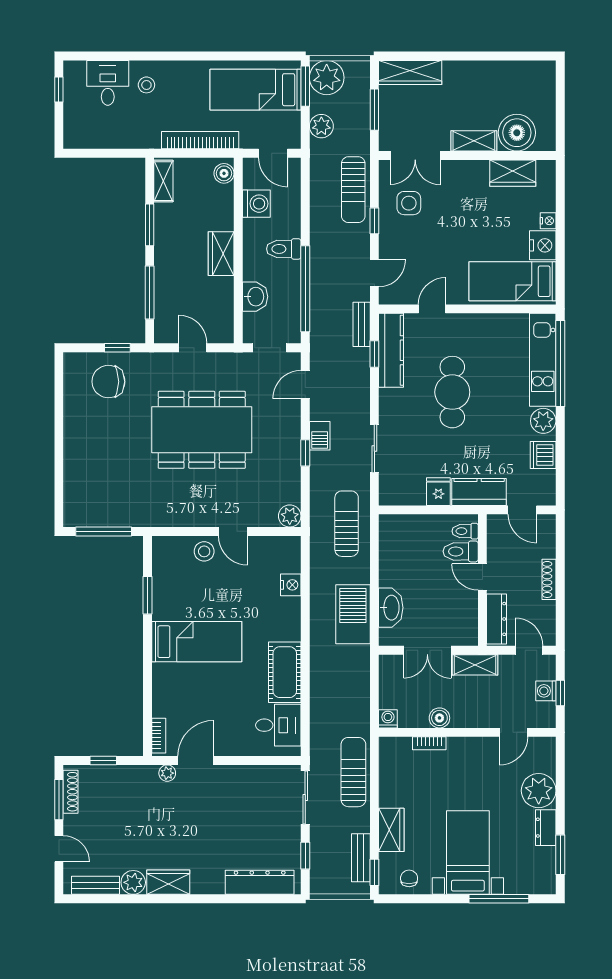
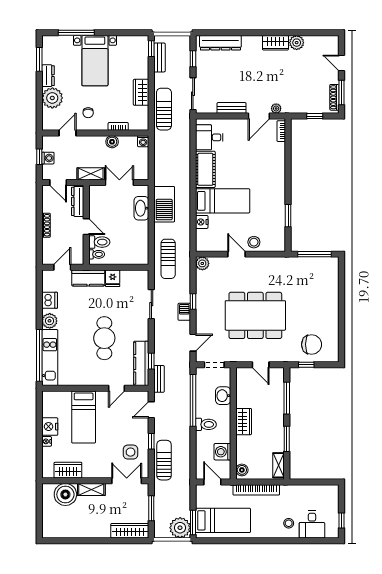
plant: (321, 126) -> (183, 498), removed
bed: (512, 281) -> (84, 417), moved, turned 90
door: (522, 510) -> (62, 267), hinge flipped
bed: (197, 642) -> (223, 201), moved, turned 180
sun lounger: (353, 772) -> (164, 109), turned 180
wardrobe: (391, 830) -> (141, 92), moved
chair: (409, 878) -> (88, 113), moved
bench: (95, 885) -> (232, 108), moved

